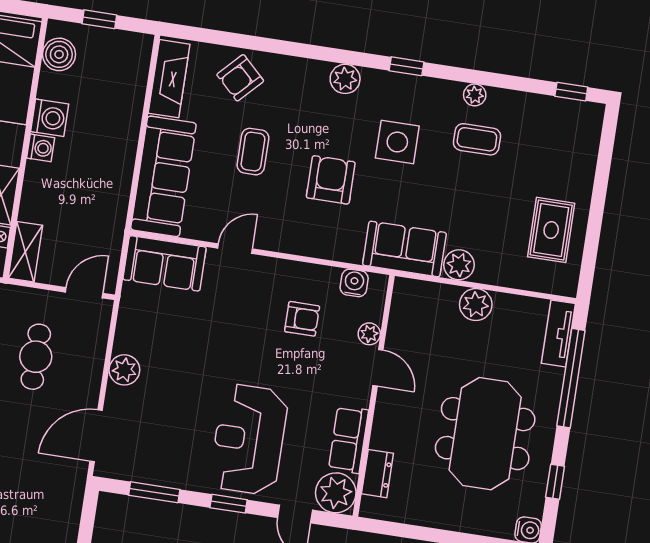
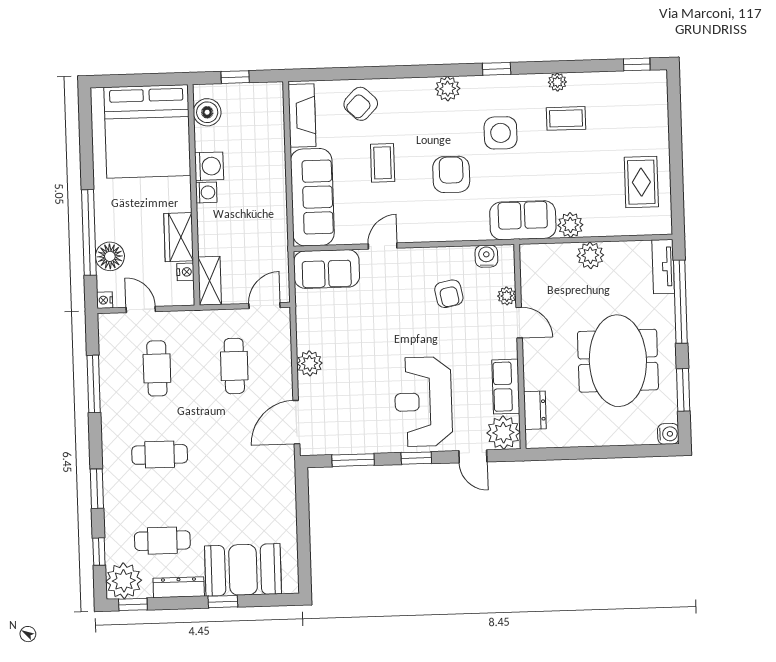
armchair: (302, 319) -> (449, 294), turned 79
window: (555, 482) -> (683, 390), width x1.50

